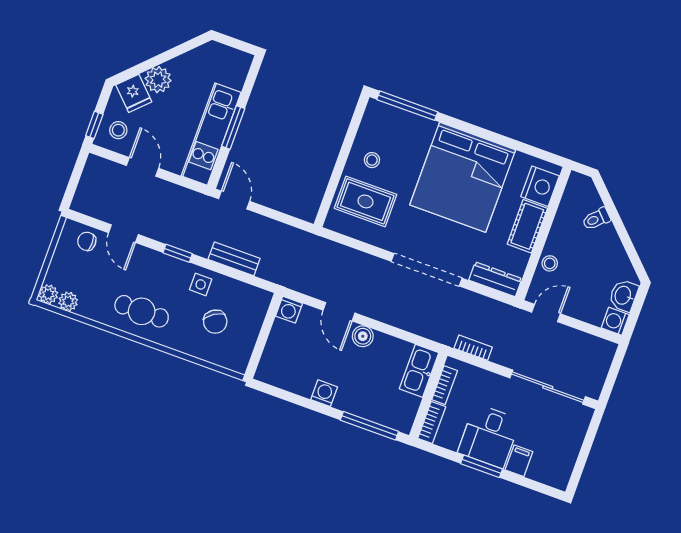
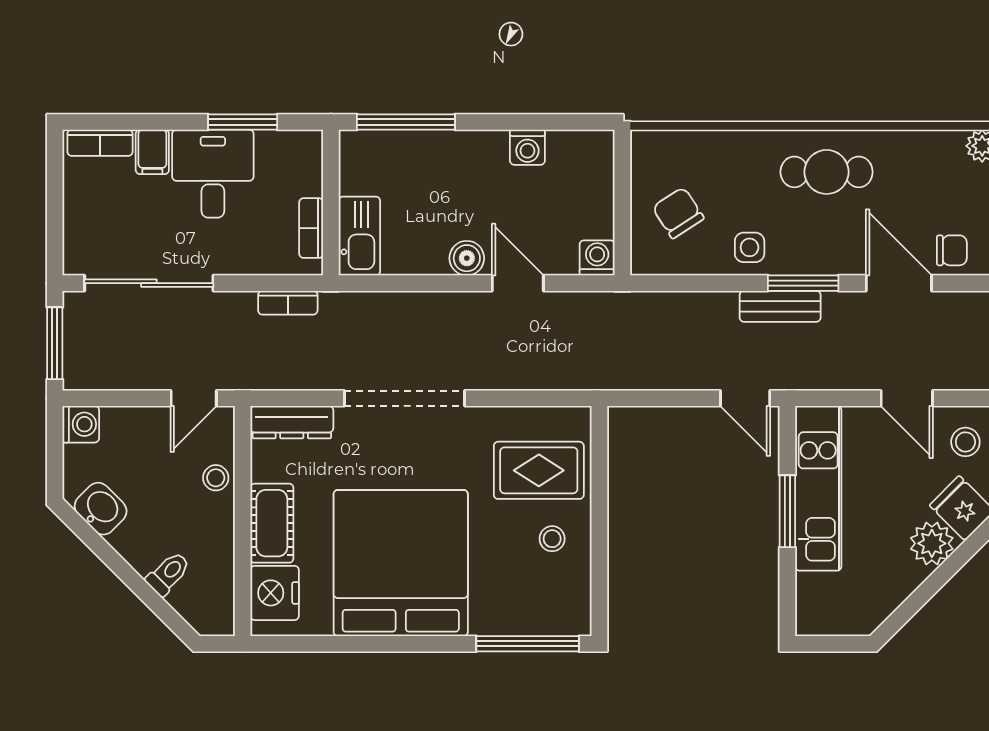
door: (123, 234) -> (899, 283), width x1.38
window: (178, 253) -> (803, 283), width x1.50
bench: (234, 259) -> (780, 306), moved
washbasin: (623, 296) -> (101, 509), moved, turned -45
plant: (68, 301) -> (947, 146), removed
chair: (215, 322) -> (678, 213), moved
window: (613, 372) -> (55, 343), added
washing machine: (324, 393) -> (527, 147), moved
bookcase: (432, 422) -> (100, 143), moved, turned -90
window: (482, 466) -> (243, 122), moved

